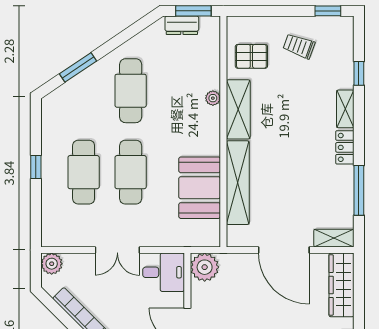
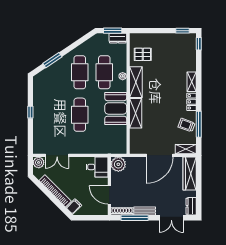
dresser: (182, 25) -> (118, 38), moved
trolley: (299, 46) -> (187, 125), moved
window: (359, 73) -> (199, 44), moved
cafe table: (84, 172) -> (104, 72), moved
shelving: (238, 183) -> (136, 113), width x0.68
booth: (200, 188) -> (116, 108), moved
double door: (117, 250) -> (57, 155), moved
door: (284, 250) -> (160, 155), hinge flipped

